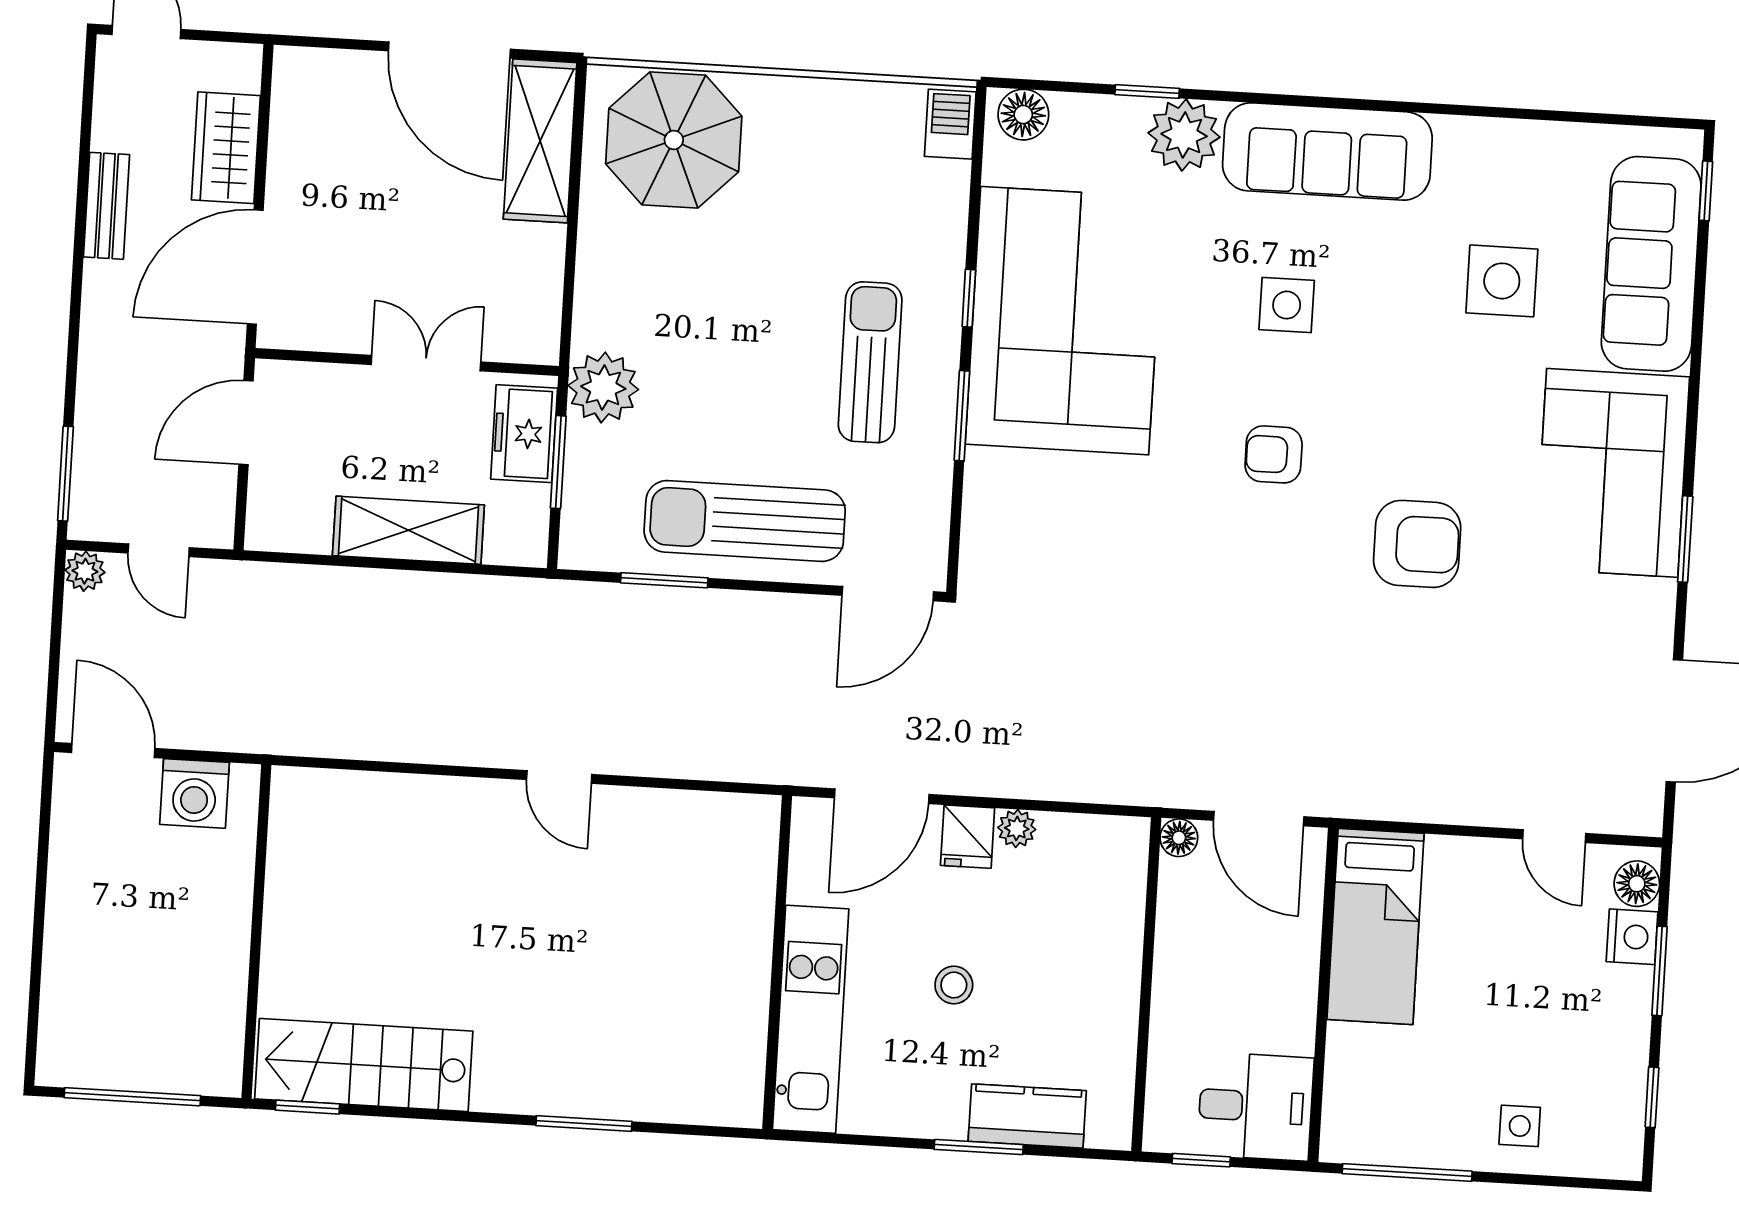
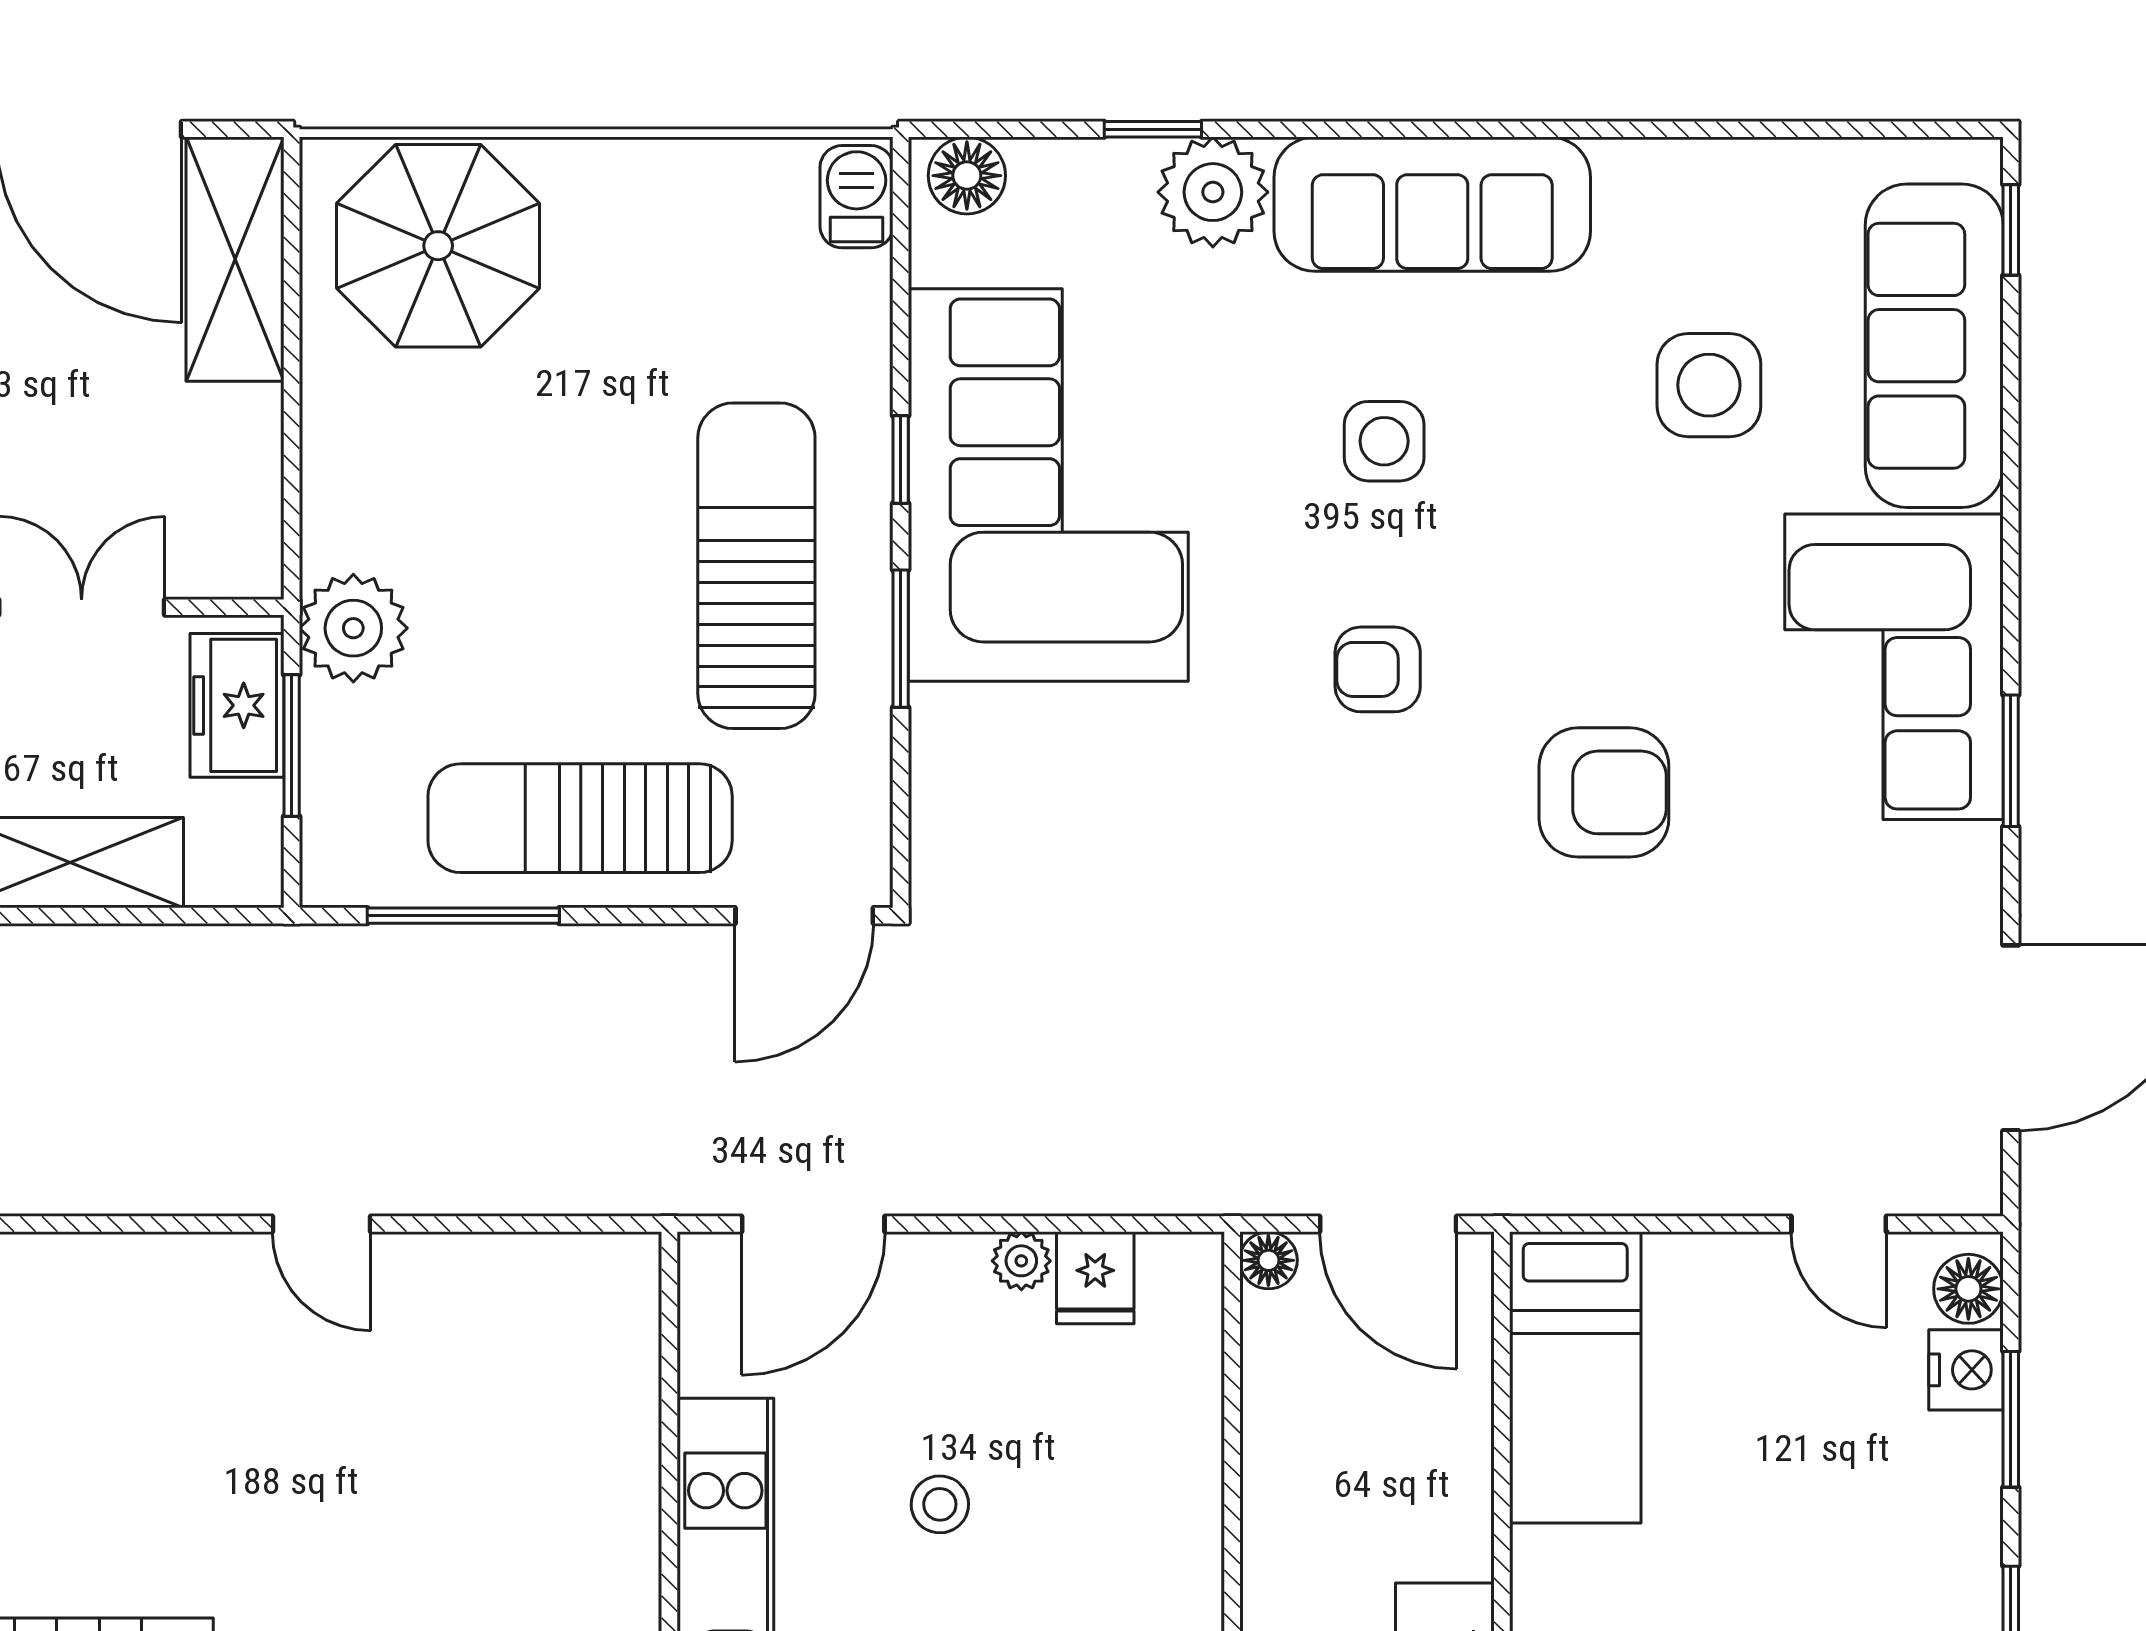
sun lounger: (870, 362) -> (756, 566), width x1.36, depth x1.34
window: (664, 580) -> (463, 916), width x1.44
fridge: (968, 837) -> (1095, 1278), moved

